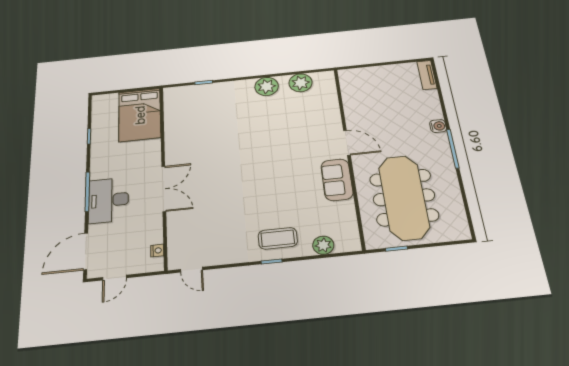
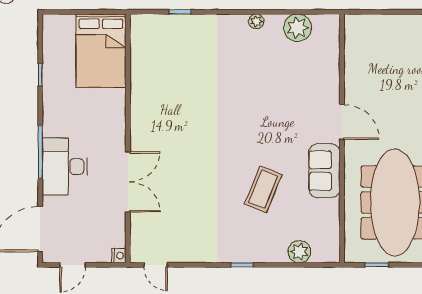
plant: (267, 86) -> (256, 21), width x0.53, depth x0.53
double door: (164, 189) -> (128, 182), moved
coffee table: (278, 238) -> (263, 189), moved, turned -68
nightstand: (157, 251) -> (119, 256), moved

